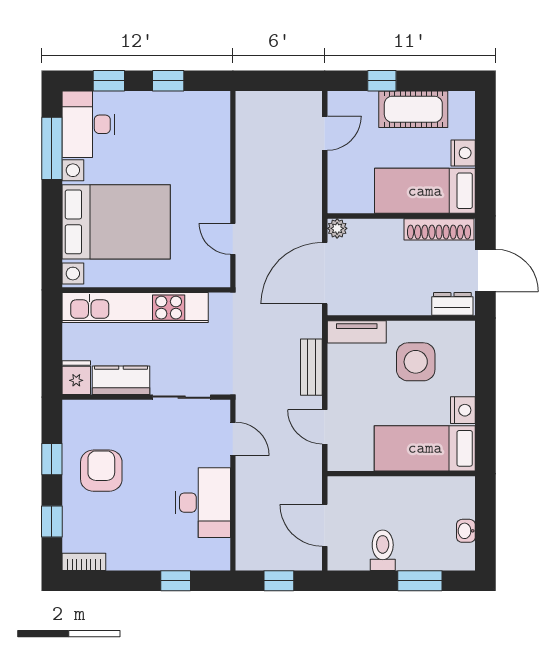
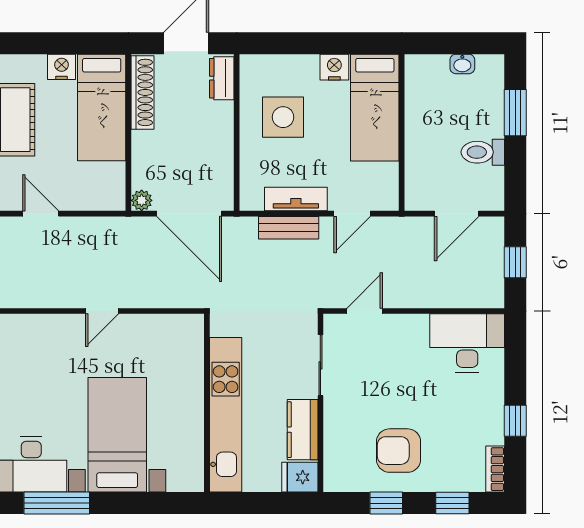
bed with nightstands: (116, 222) -> (117, 435), width x0.73
door: (233, 239) -> (102, 311), moved
tv unit: (357, 332) -> (296, 199), moved, turned -90
desk: (203, 503) -> (467, 343), moved
window: (176, 581) -> (515, 421), moved

